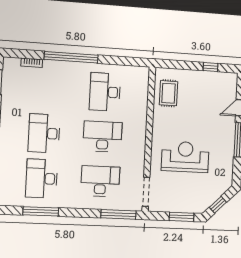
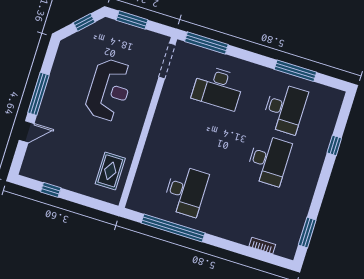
window: (71, 57) -> (173, 228), moved
desk: (103, 136) -> (202, 139), removed
reception desk: (185, 157) -> (109, 90), turned -90

